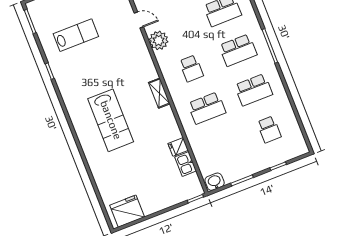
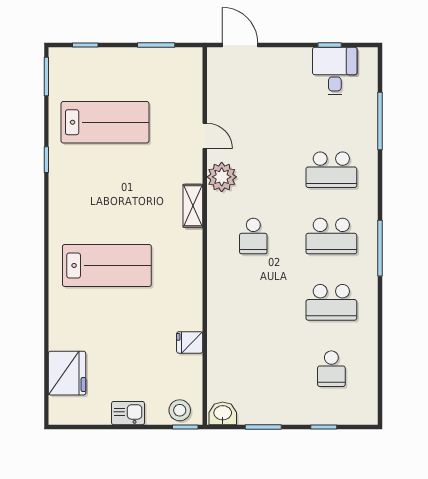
lab bench: (76, 35) -> (105, 122), width x1.36, depth x1.39
shelving: (159, 93) -> (193, 206), moved
school desk: (207, 108) -> (253, 302), removed
lab bench: (111, 120) -> (107, 265), turned -90
kitchen sink: (186, 164) -> (128, 413), moved, turned 90
stool: (188, 190) -> (180, 410), added
fridge: (127, 211) -> (67, 373), moved, turned 90

